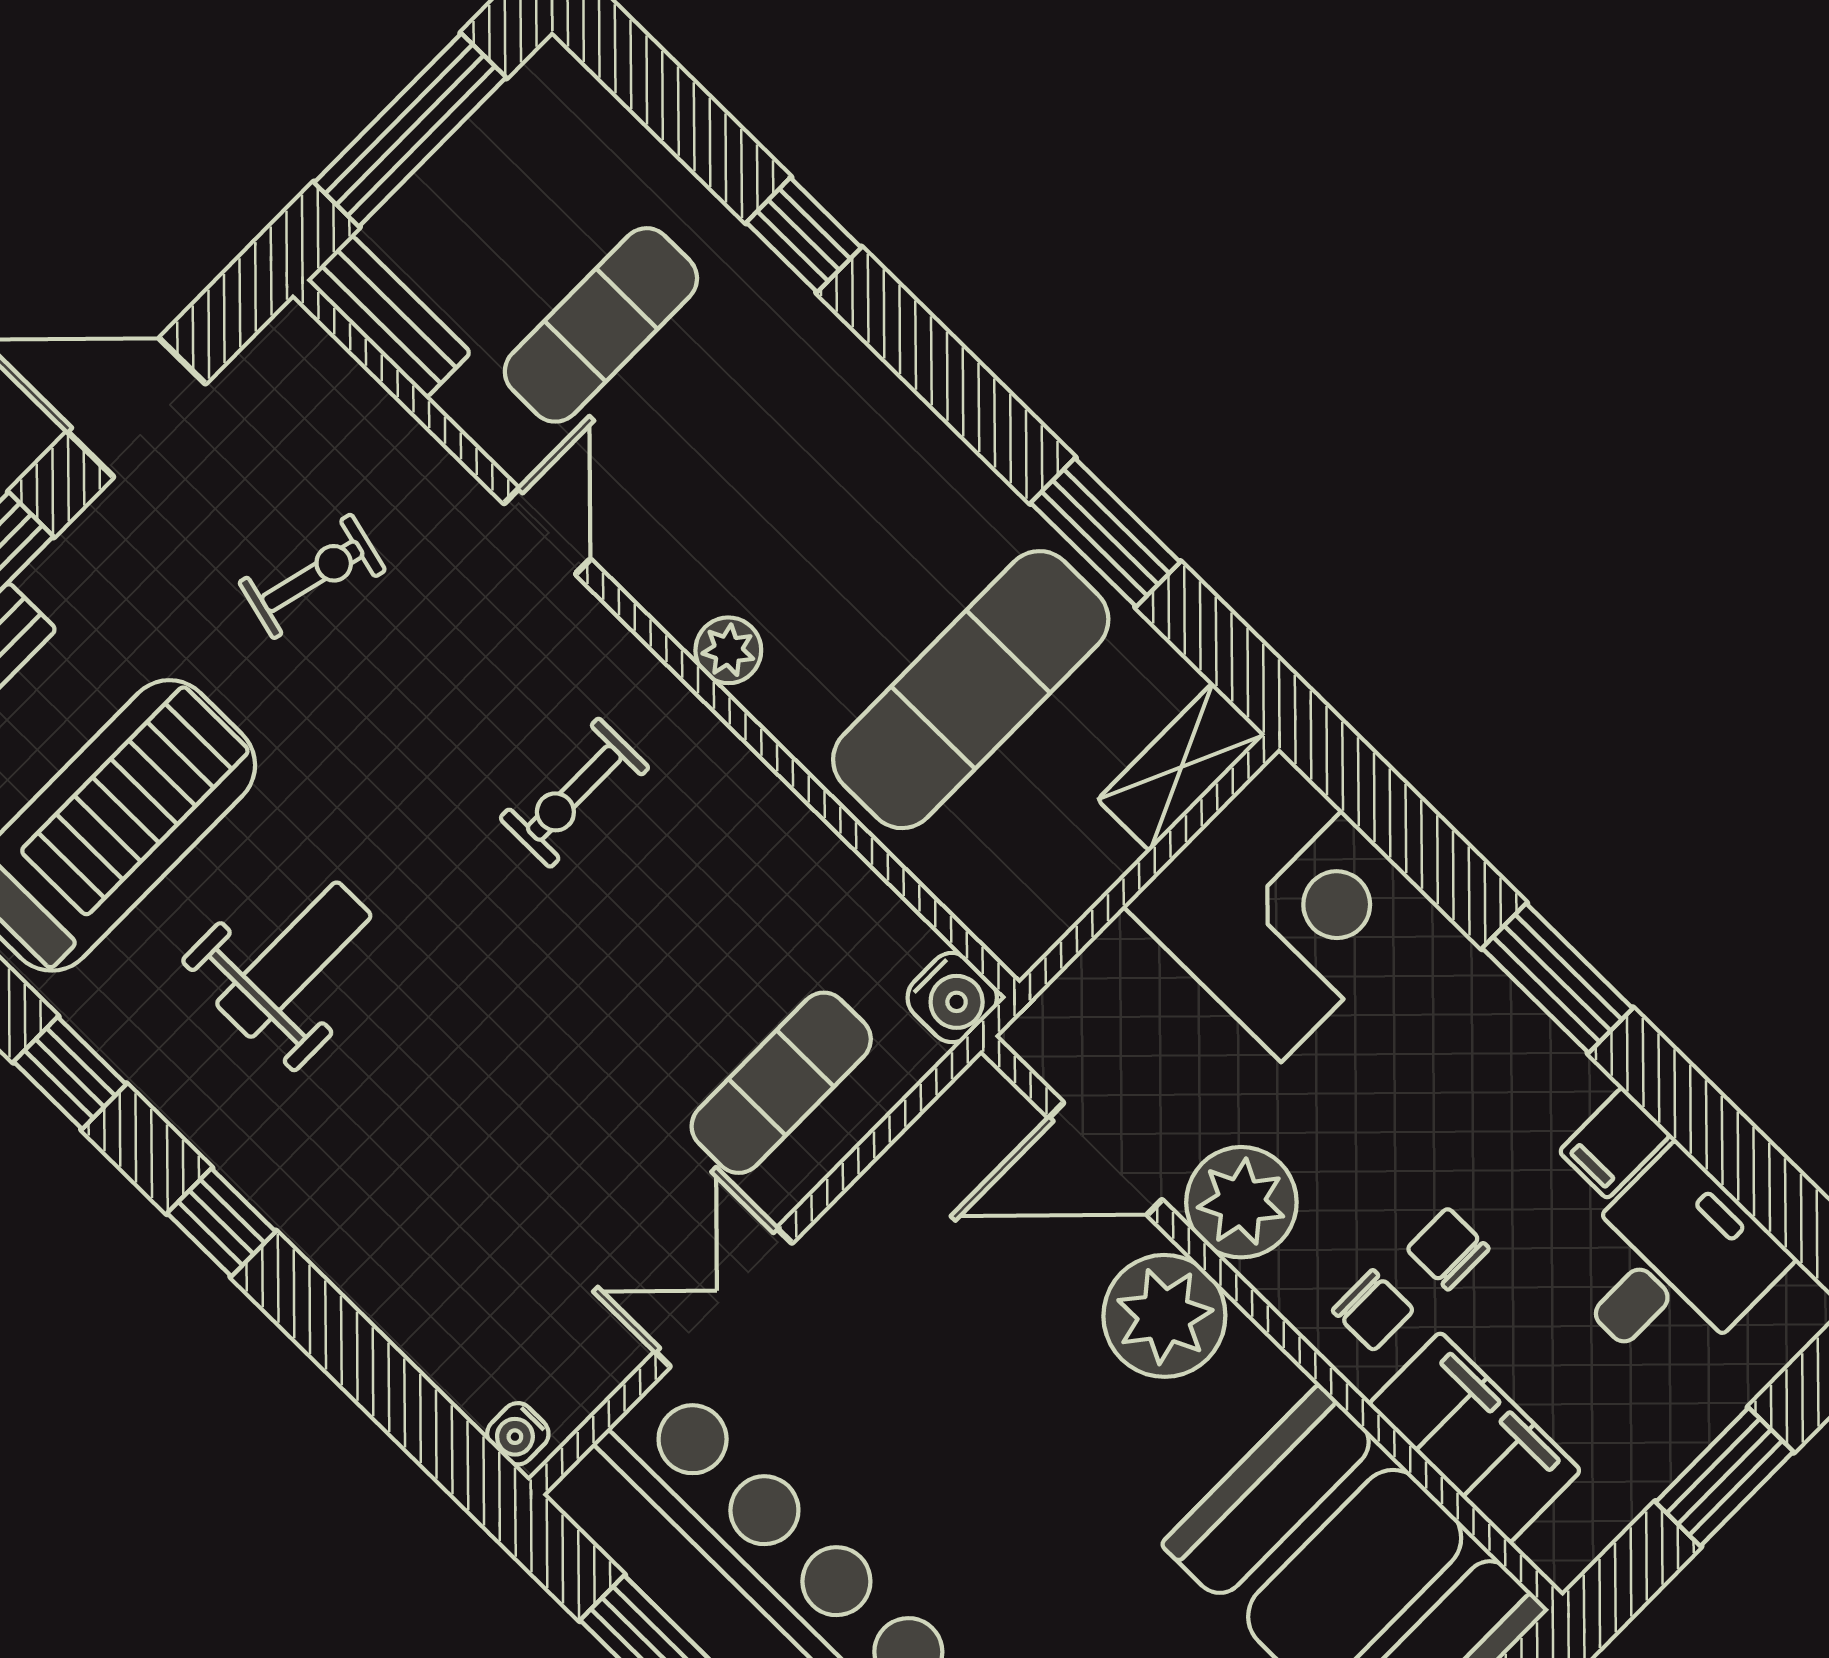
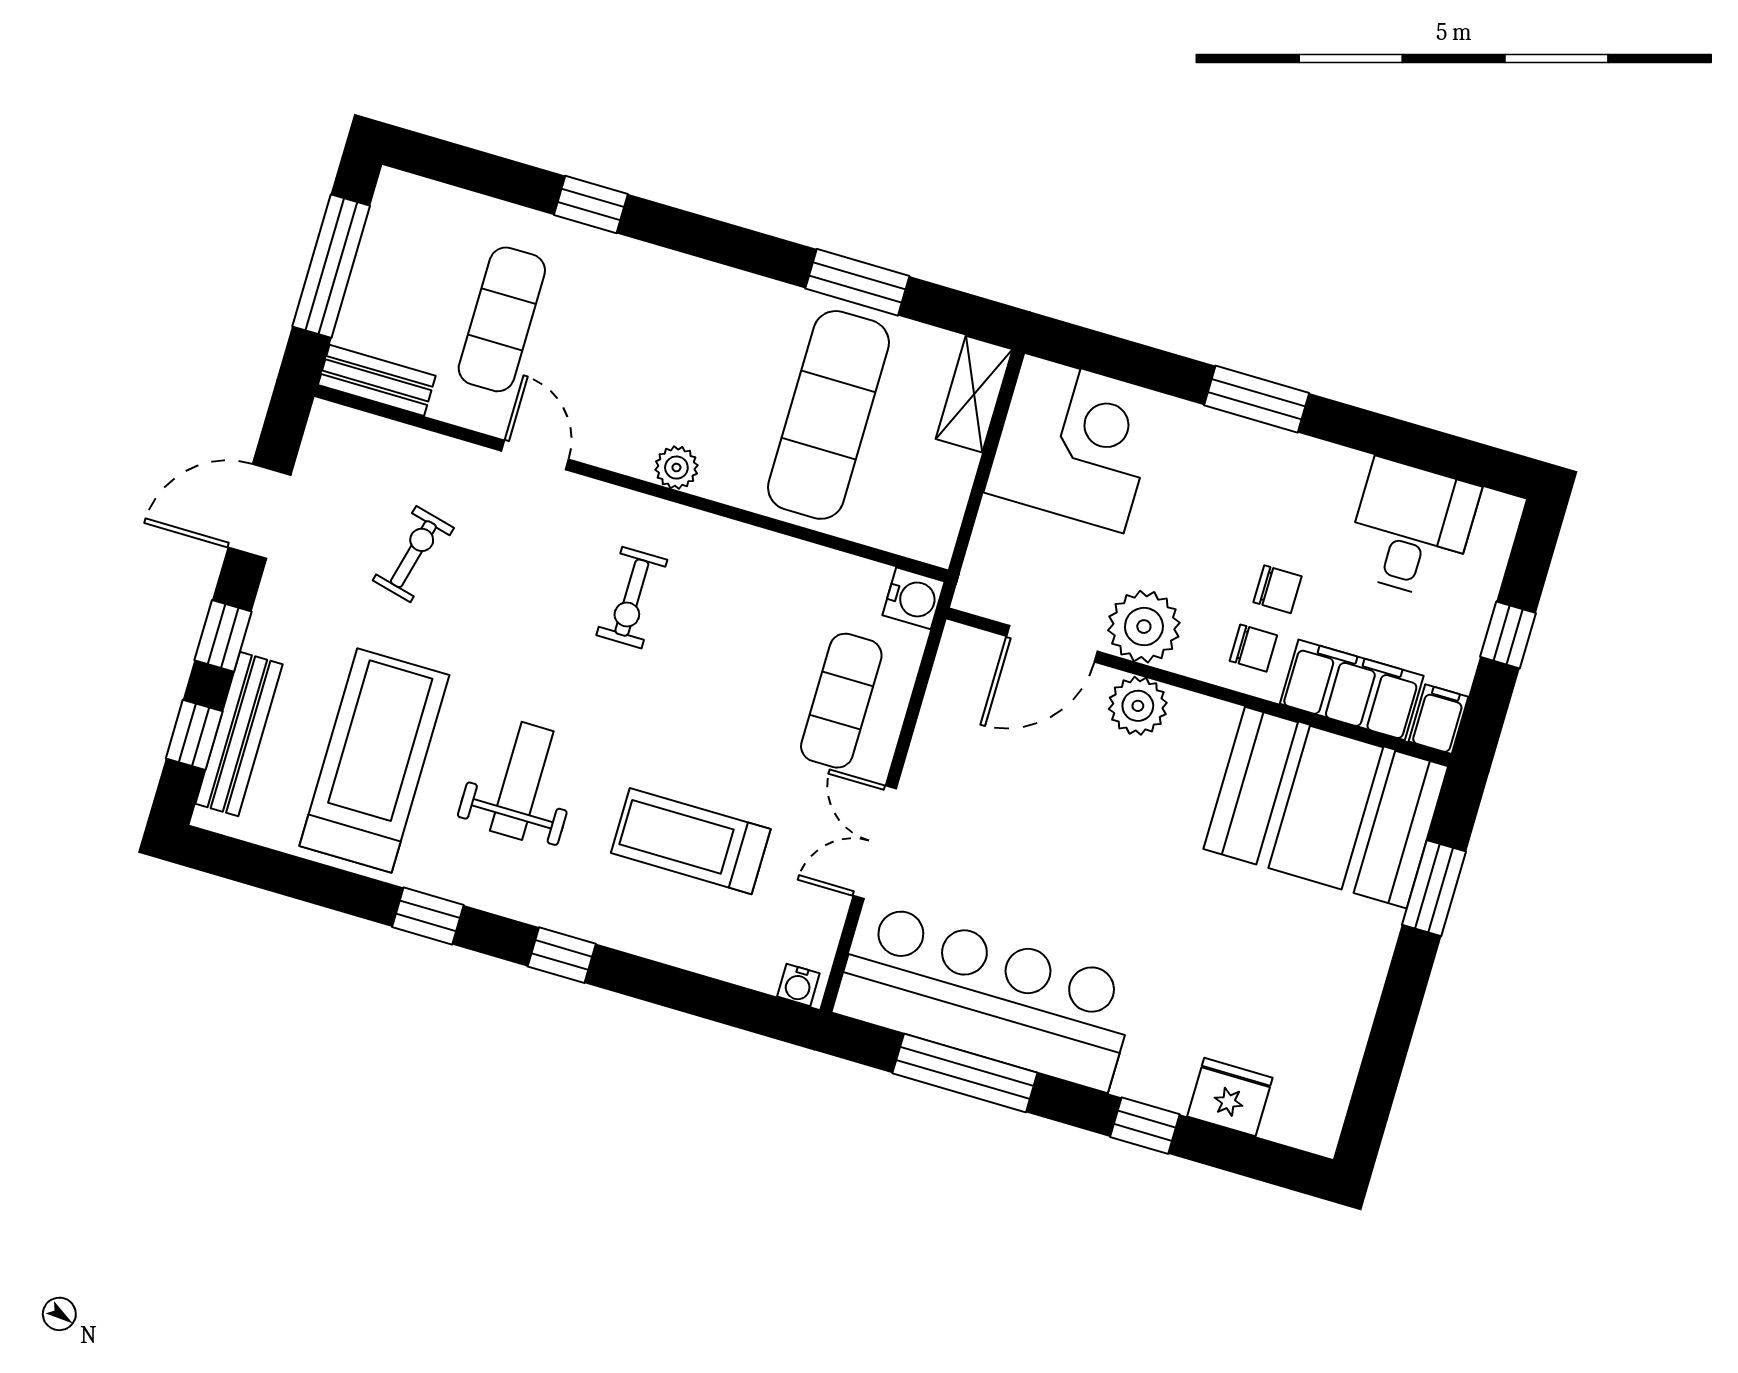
filing cabinet: (1615, 1143) -> (1439, 719), moved, turned 180
treadmill: (477, 1162) -> (691, 841), added
chair: (1448, 1249) -> (1278, 589), turned 180
plant: (1164, 1316) -> (1138, 706), width x0.73, depth x0.73
window: (1725, 1477) -> (1508, 635), width x0.67

